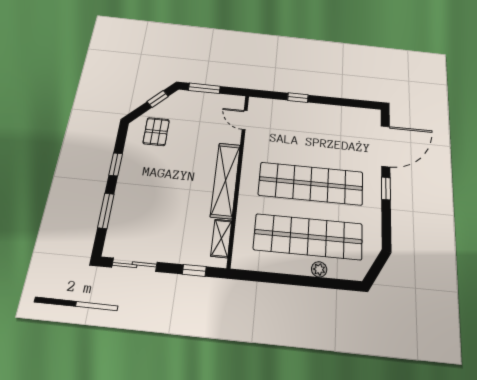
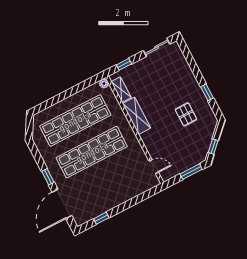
window: (298, 98) -> (101, 218), moved
pallet: (156, 132) -> (186, 114), moved
shelving: (225, 180) -> (137, 116), width x0.68
window: (106, 211) -> (192, 64), removed
plant: (319, 269) -> (104, 83), moved

